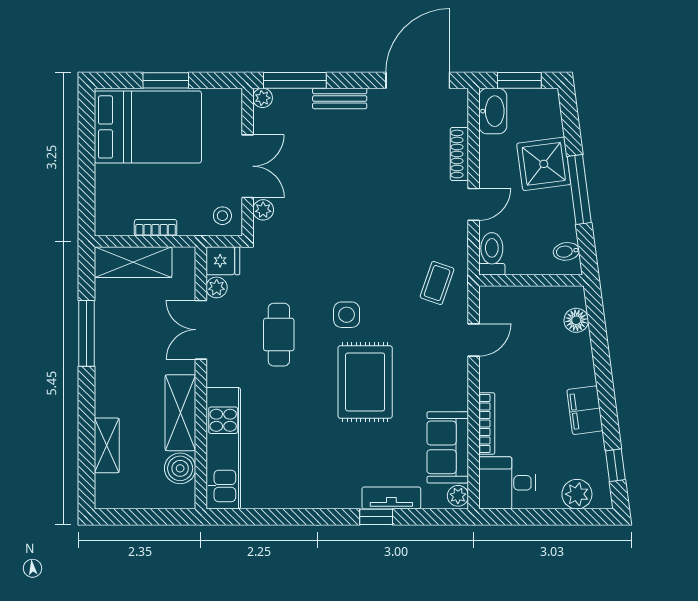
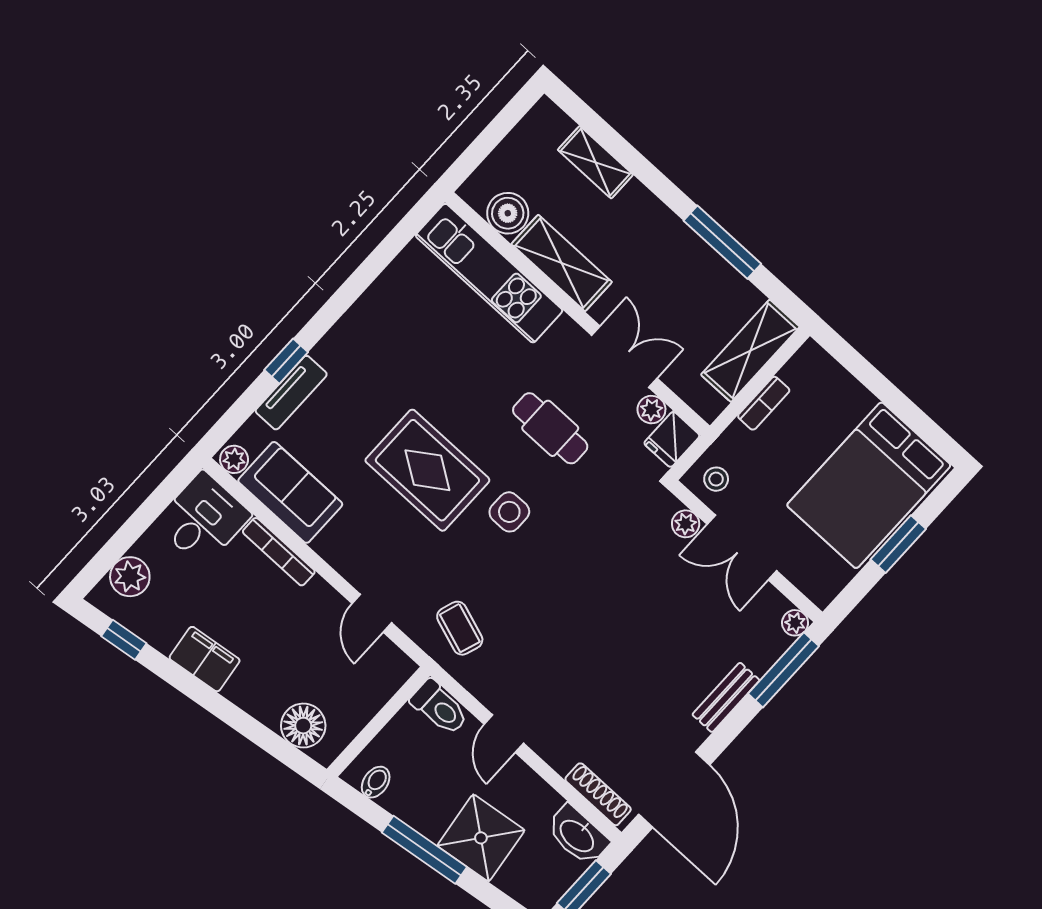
shoe rack: (459, 154) -> (598, 794), moved
floor lamp: (576, 320) -> (303, 726), width x1.38, depth x1.38

